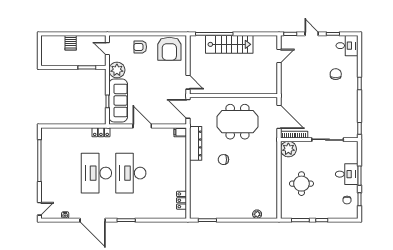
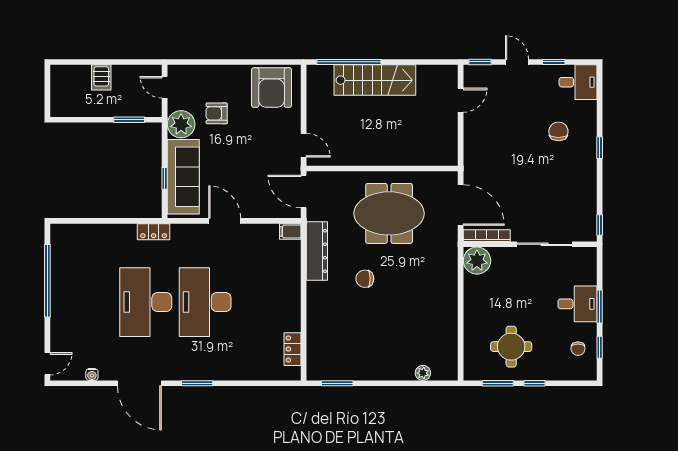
armchair: (140, 47) -> (217, 113), moved
round table: (301, 184) -> (511, 347), moved

